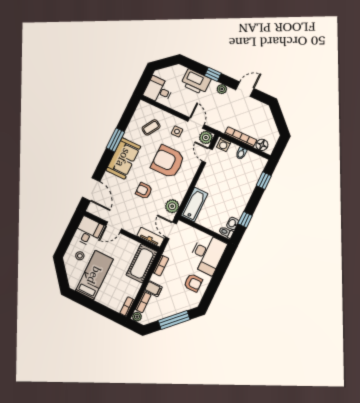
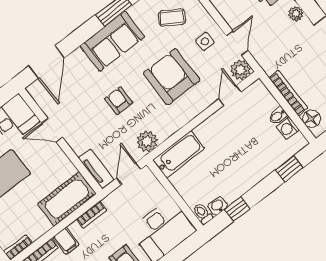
washing machine: (224, 145) -> (288, 128), moved

